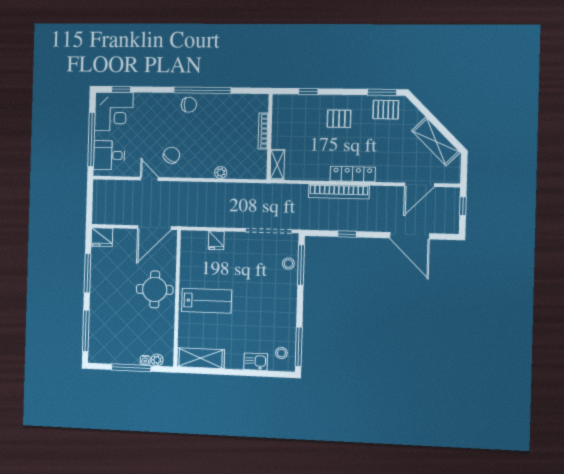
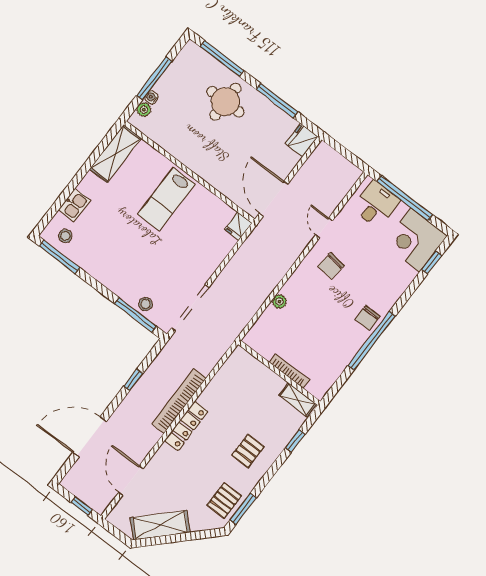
chair: (171, 155) -> (331, 266), turned 62
shelving: (277, 165) -> (298, 400), moved
door: (149, 179) -> (324, 228), swing flipped
fridge: (216, 240) -> (238, 226), moved, turned -90
round table: (155, 289) -> (225, 102), moved

